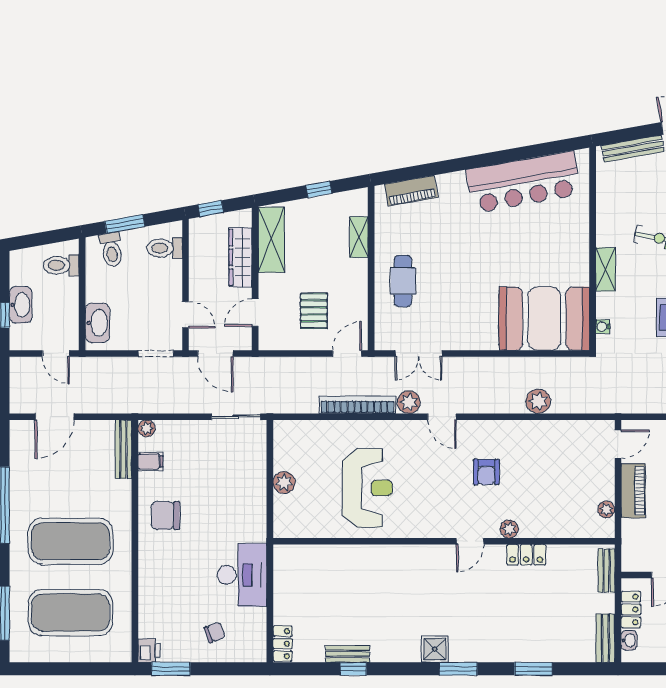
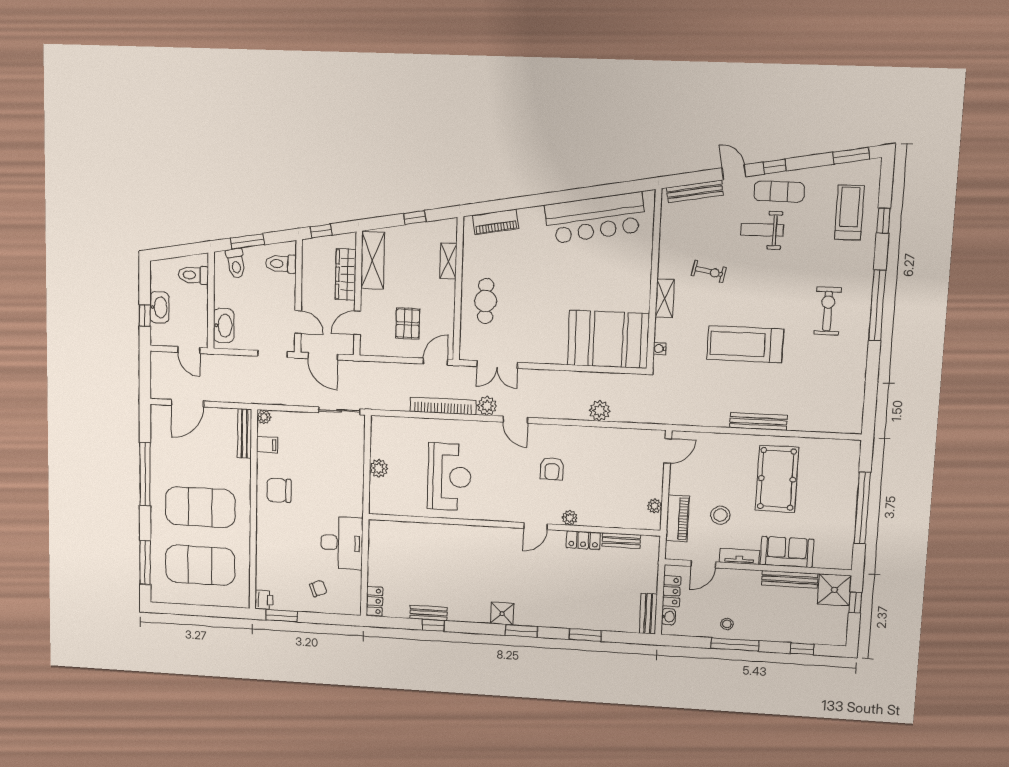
piano: (633, 491) -> (677, 518), moved
bench: (606, 571) -> (621, 541), moved, turned 90

